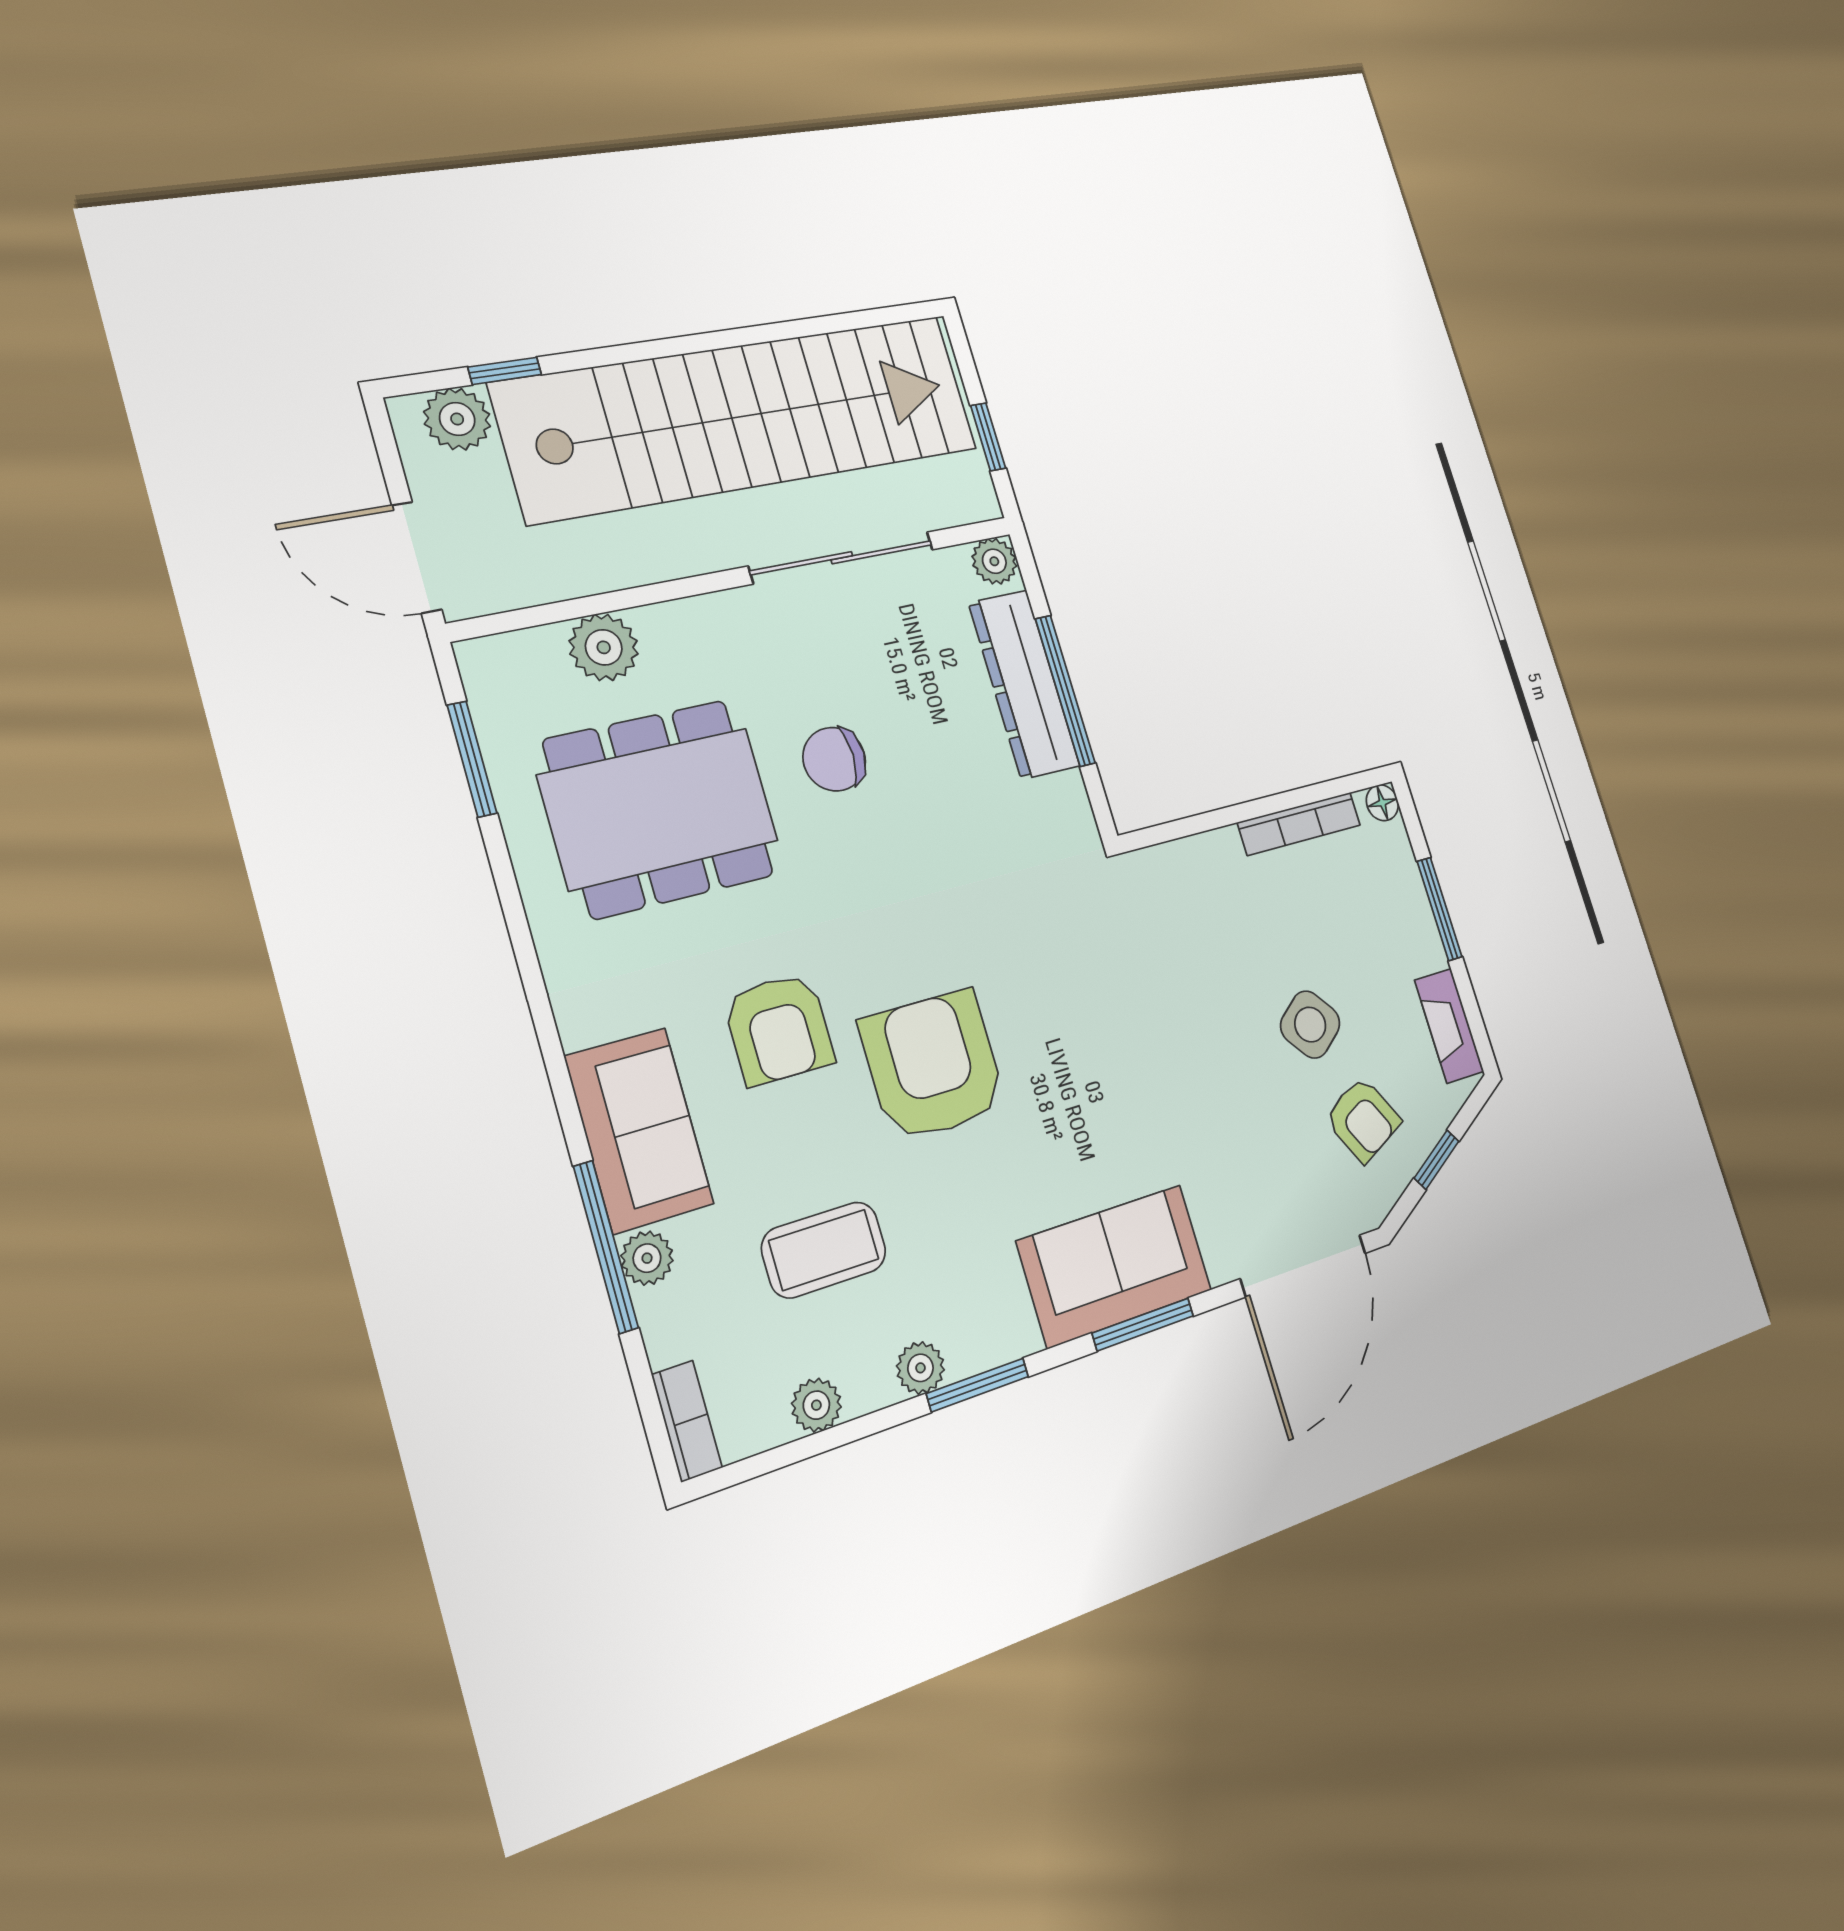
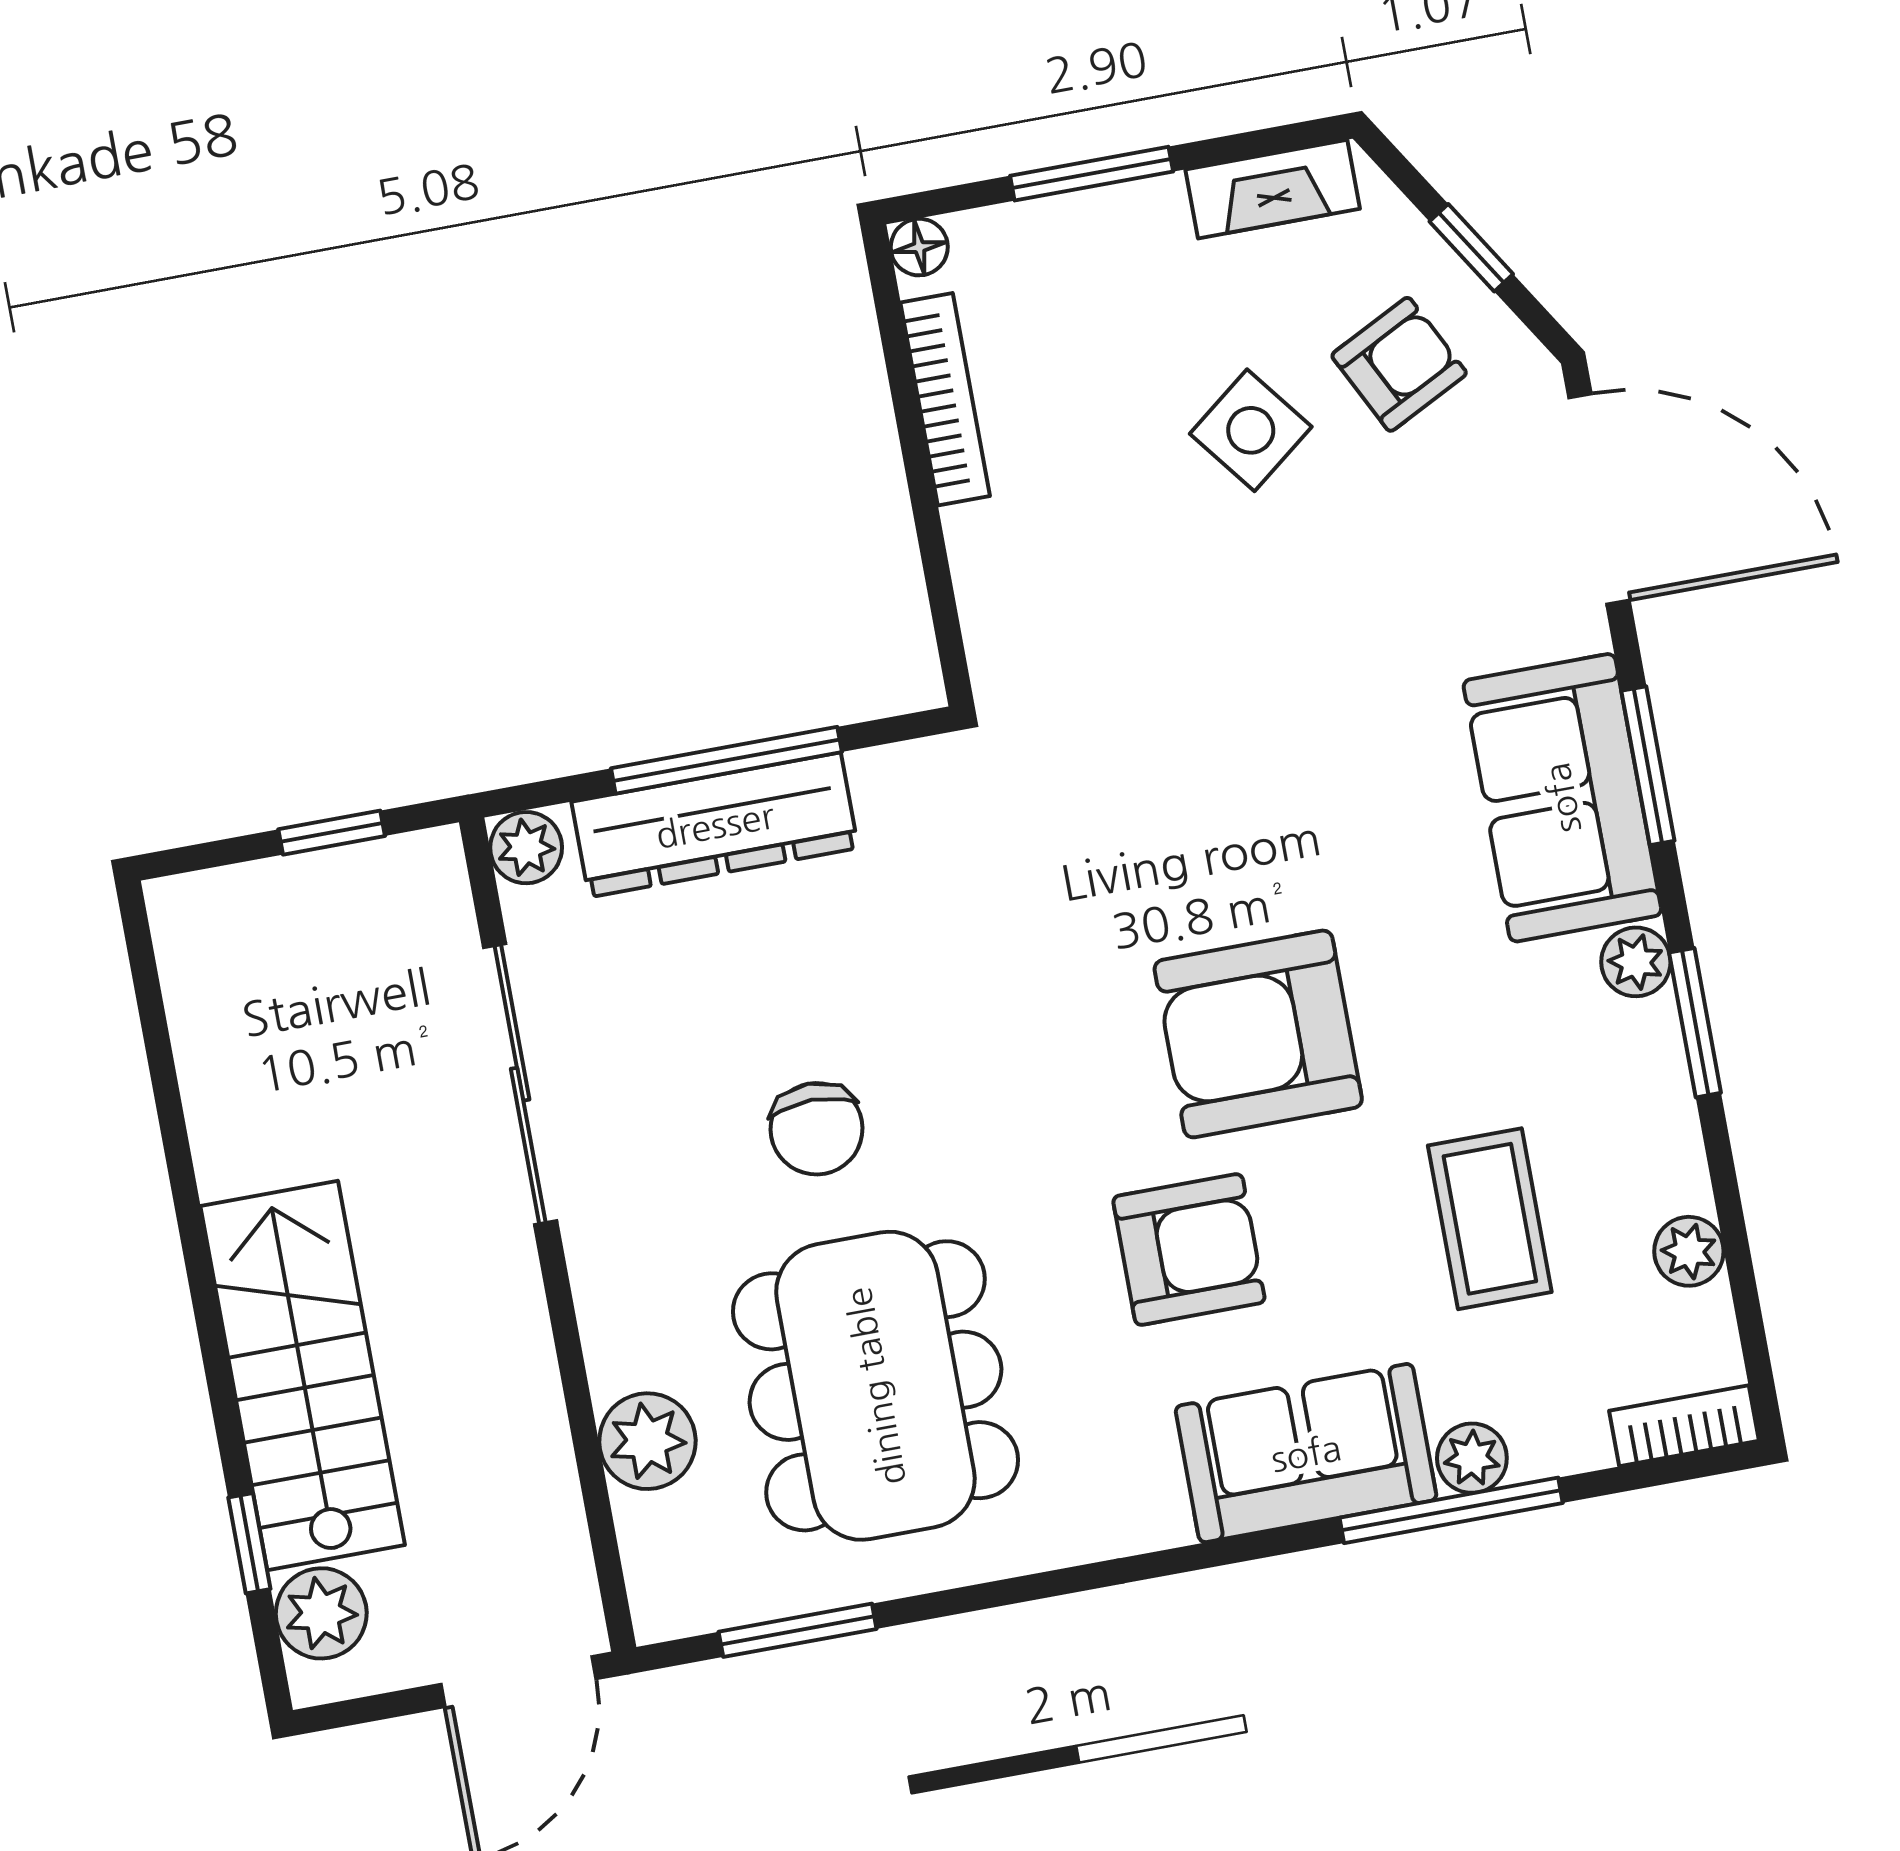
stairs: (741, 417) -> (303, 1375), width x0.54, depth x0.66
plant: (920, 1368) -> (1636, 962), moved

